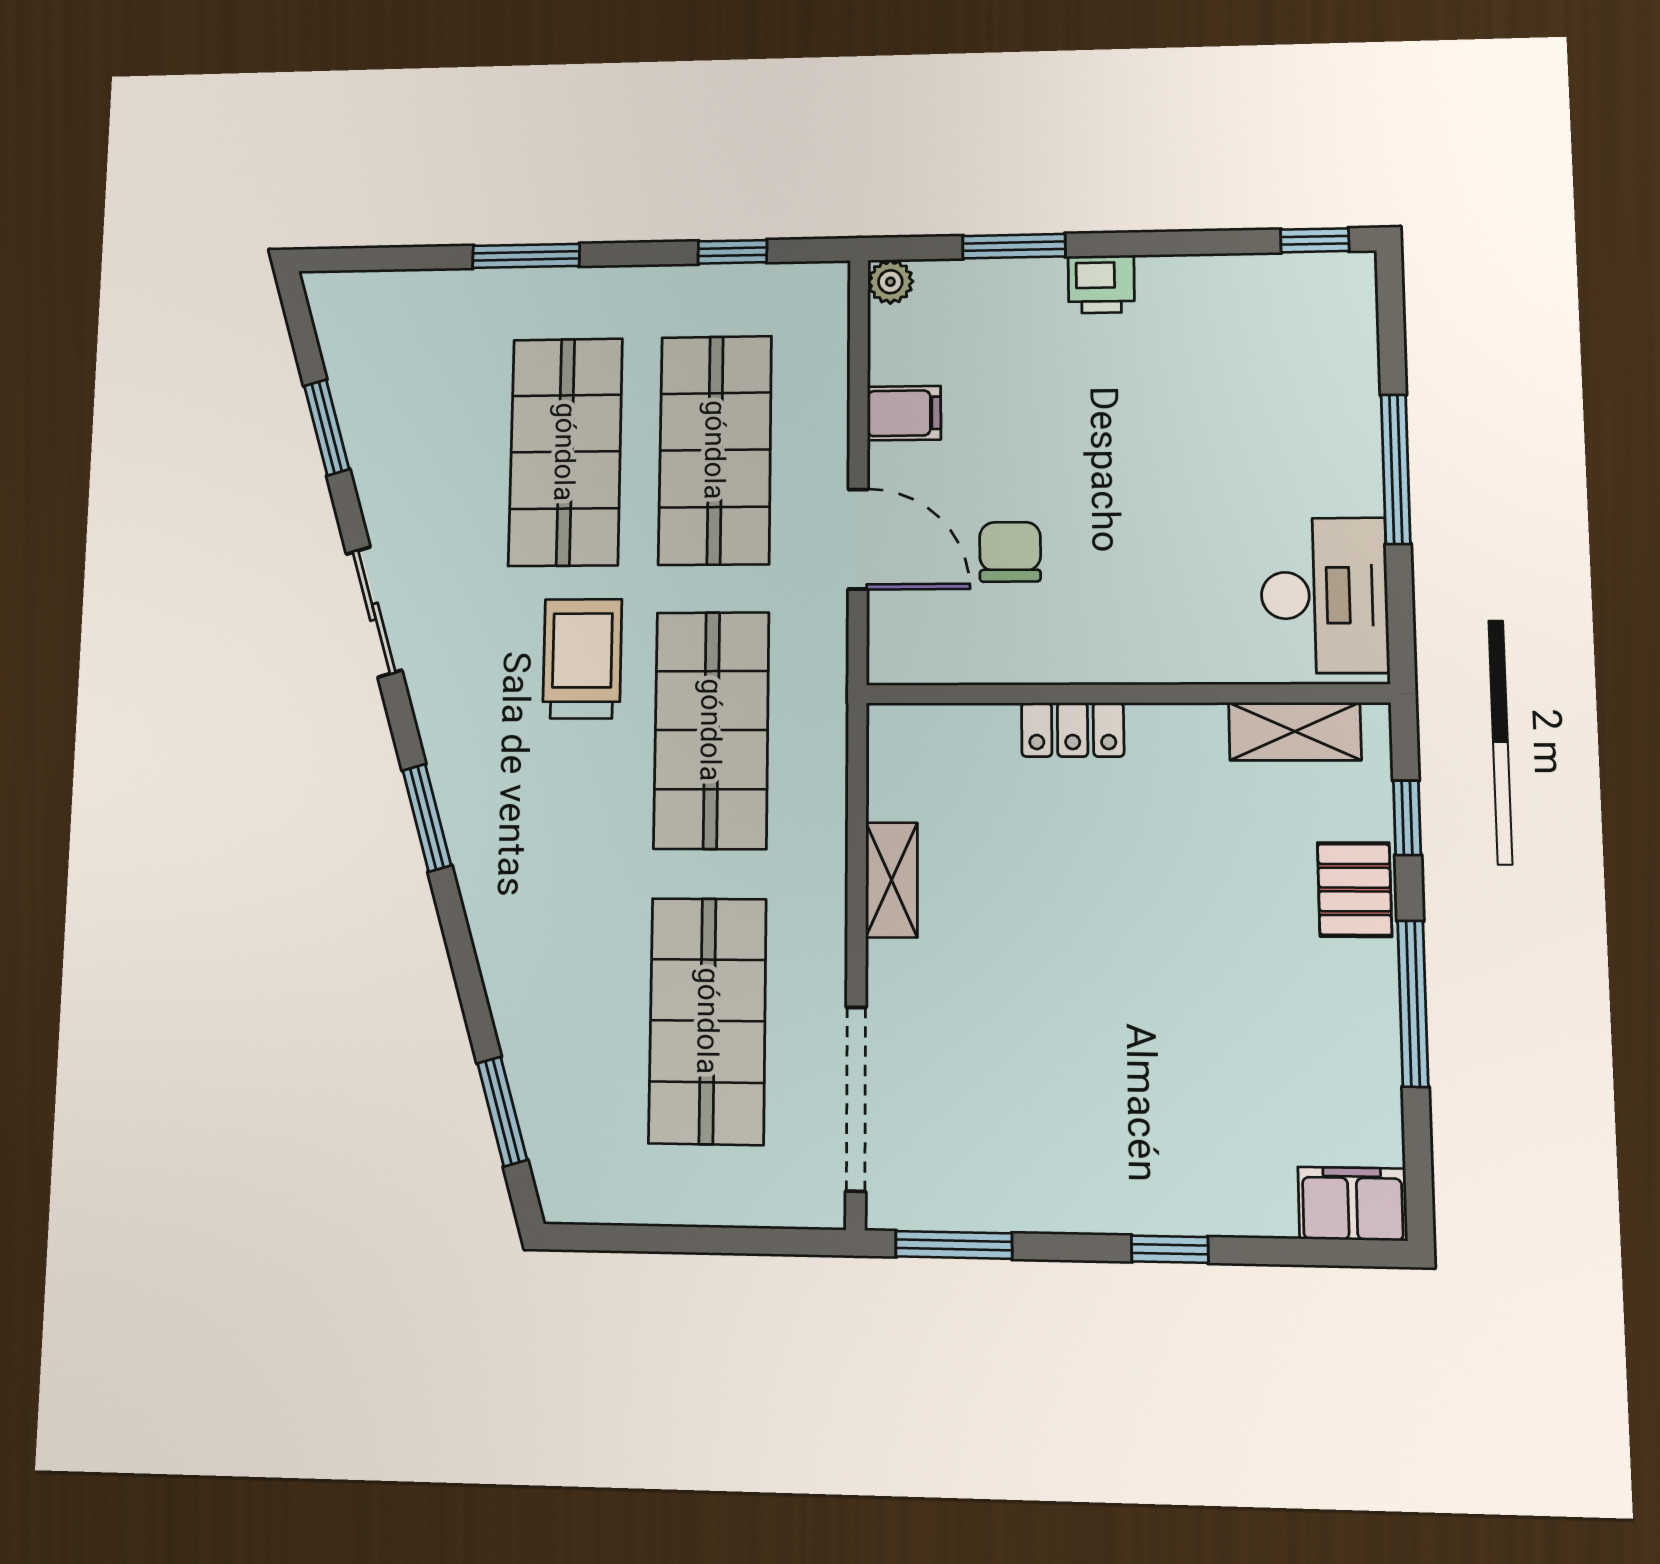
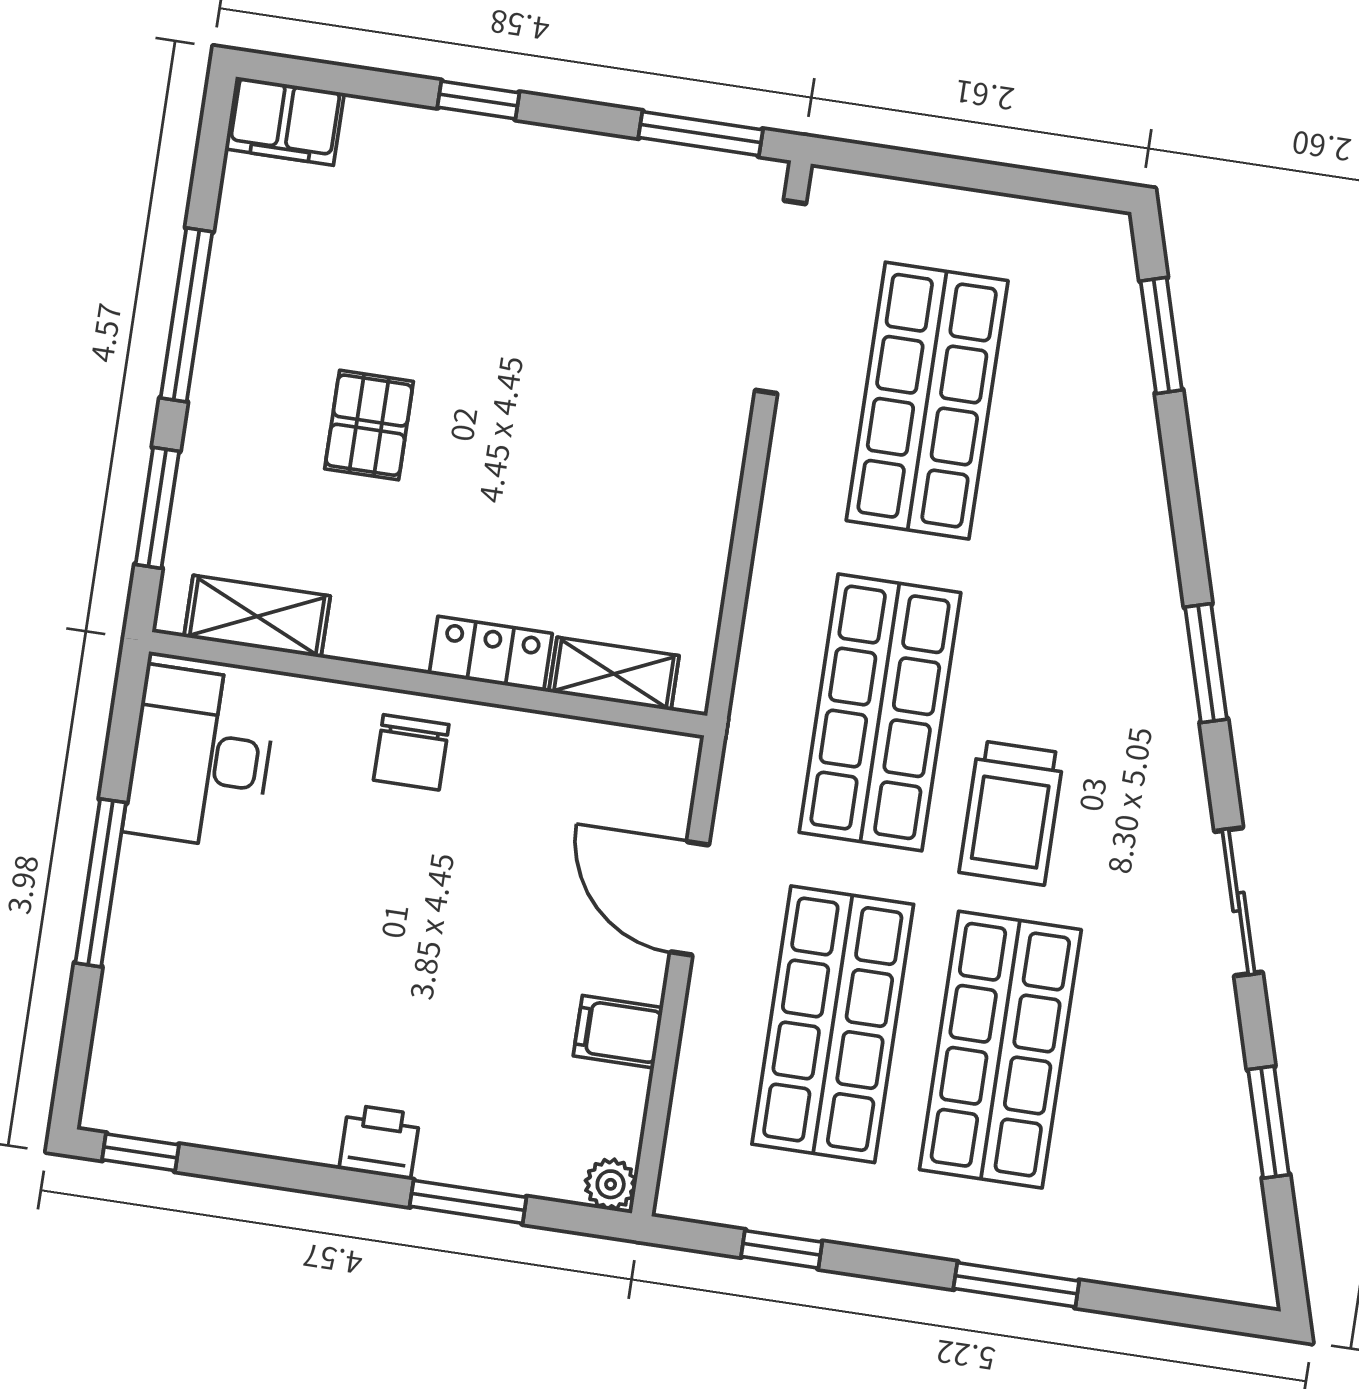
chair: (1010, 552) -> (411, 752), moved
window: (1407, 818) -> (157, 508), width x1.50
shelving: (892, 880) -> (614, 674), moved, turned 90
pallet: (1355, 889) -> (369, 425), moved

